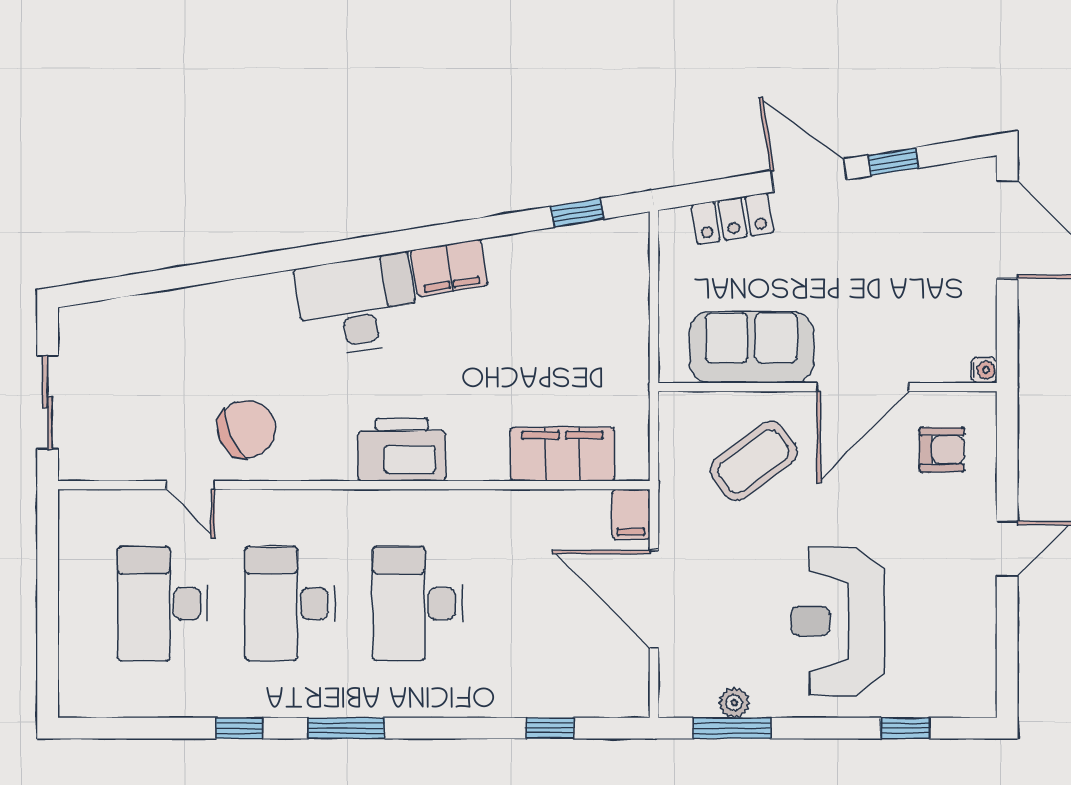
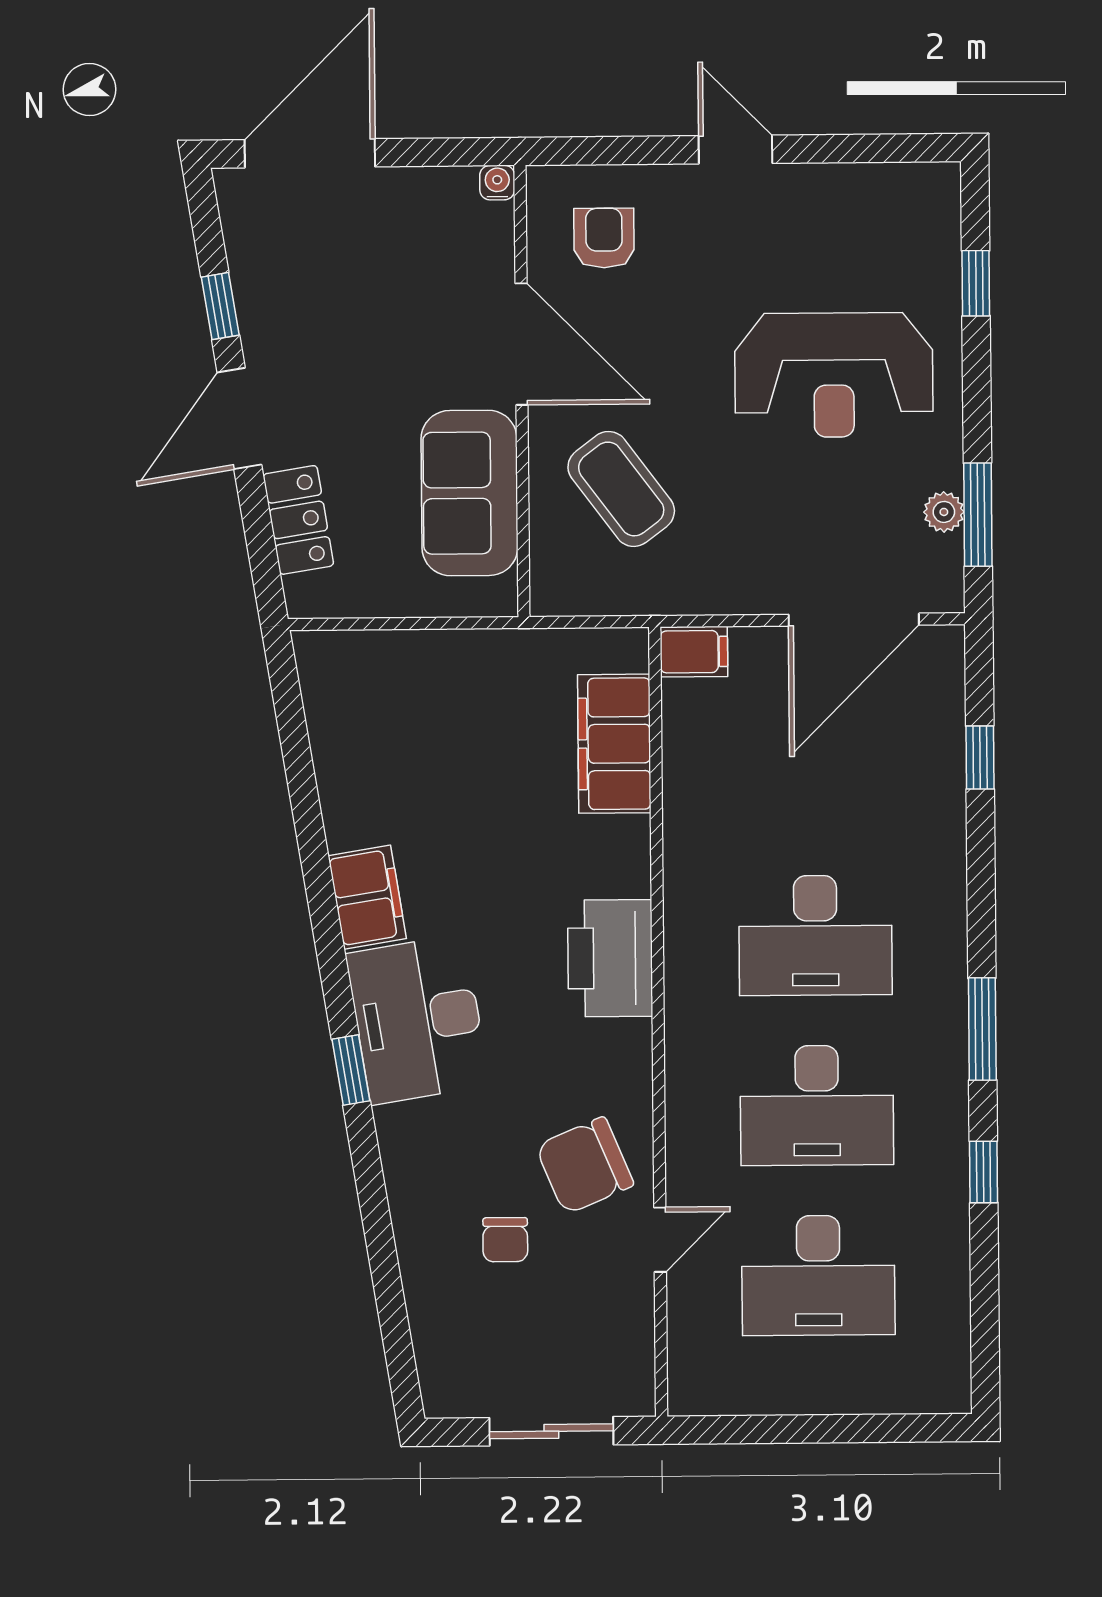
window: (577, 213) -> (351, 1070), moved
chair: (191, 369) -> (505, 1240), added
chair: (247, 429) -> (585, 1166), turned -90
door: (654, 599) -> (854, 620), moved

